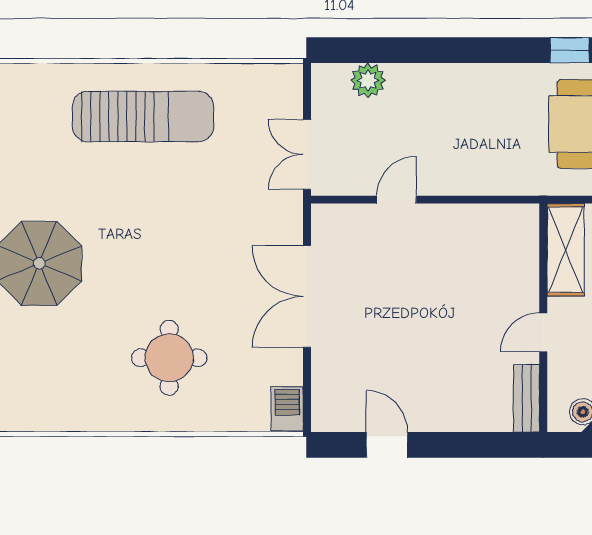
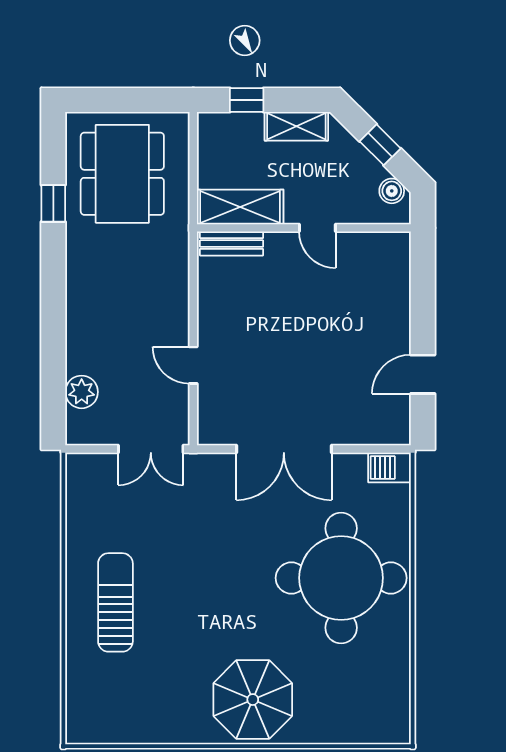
sun lounger: (143, 117) -> (115, 602), width x0.73, depth x0.75
round table: (169, 358) -> (341, 578), width x1.86, depth x1.86
bench: (527, 398) -> (231, 244), moved

